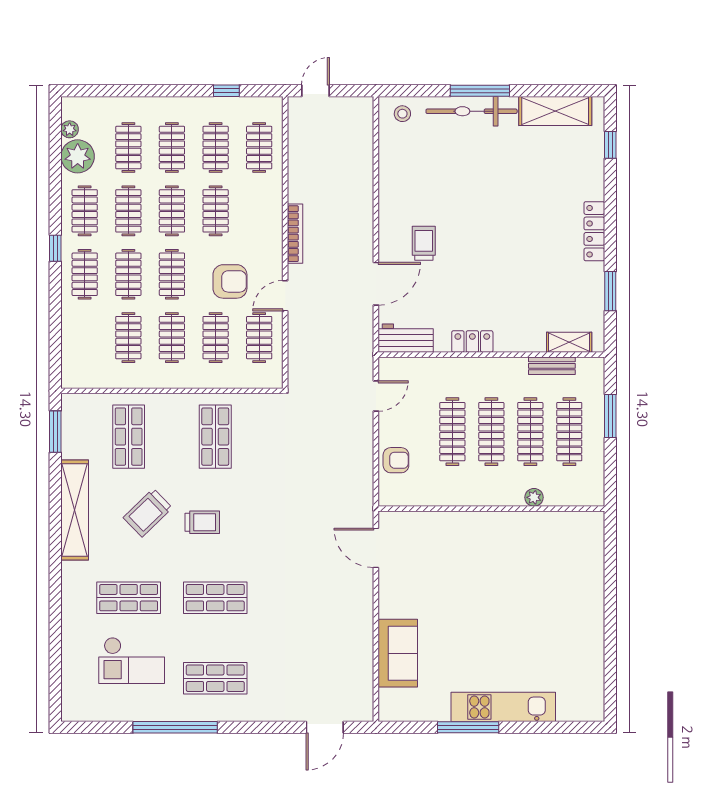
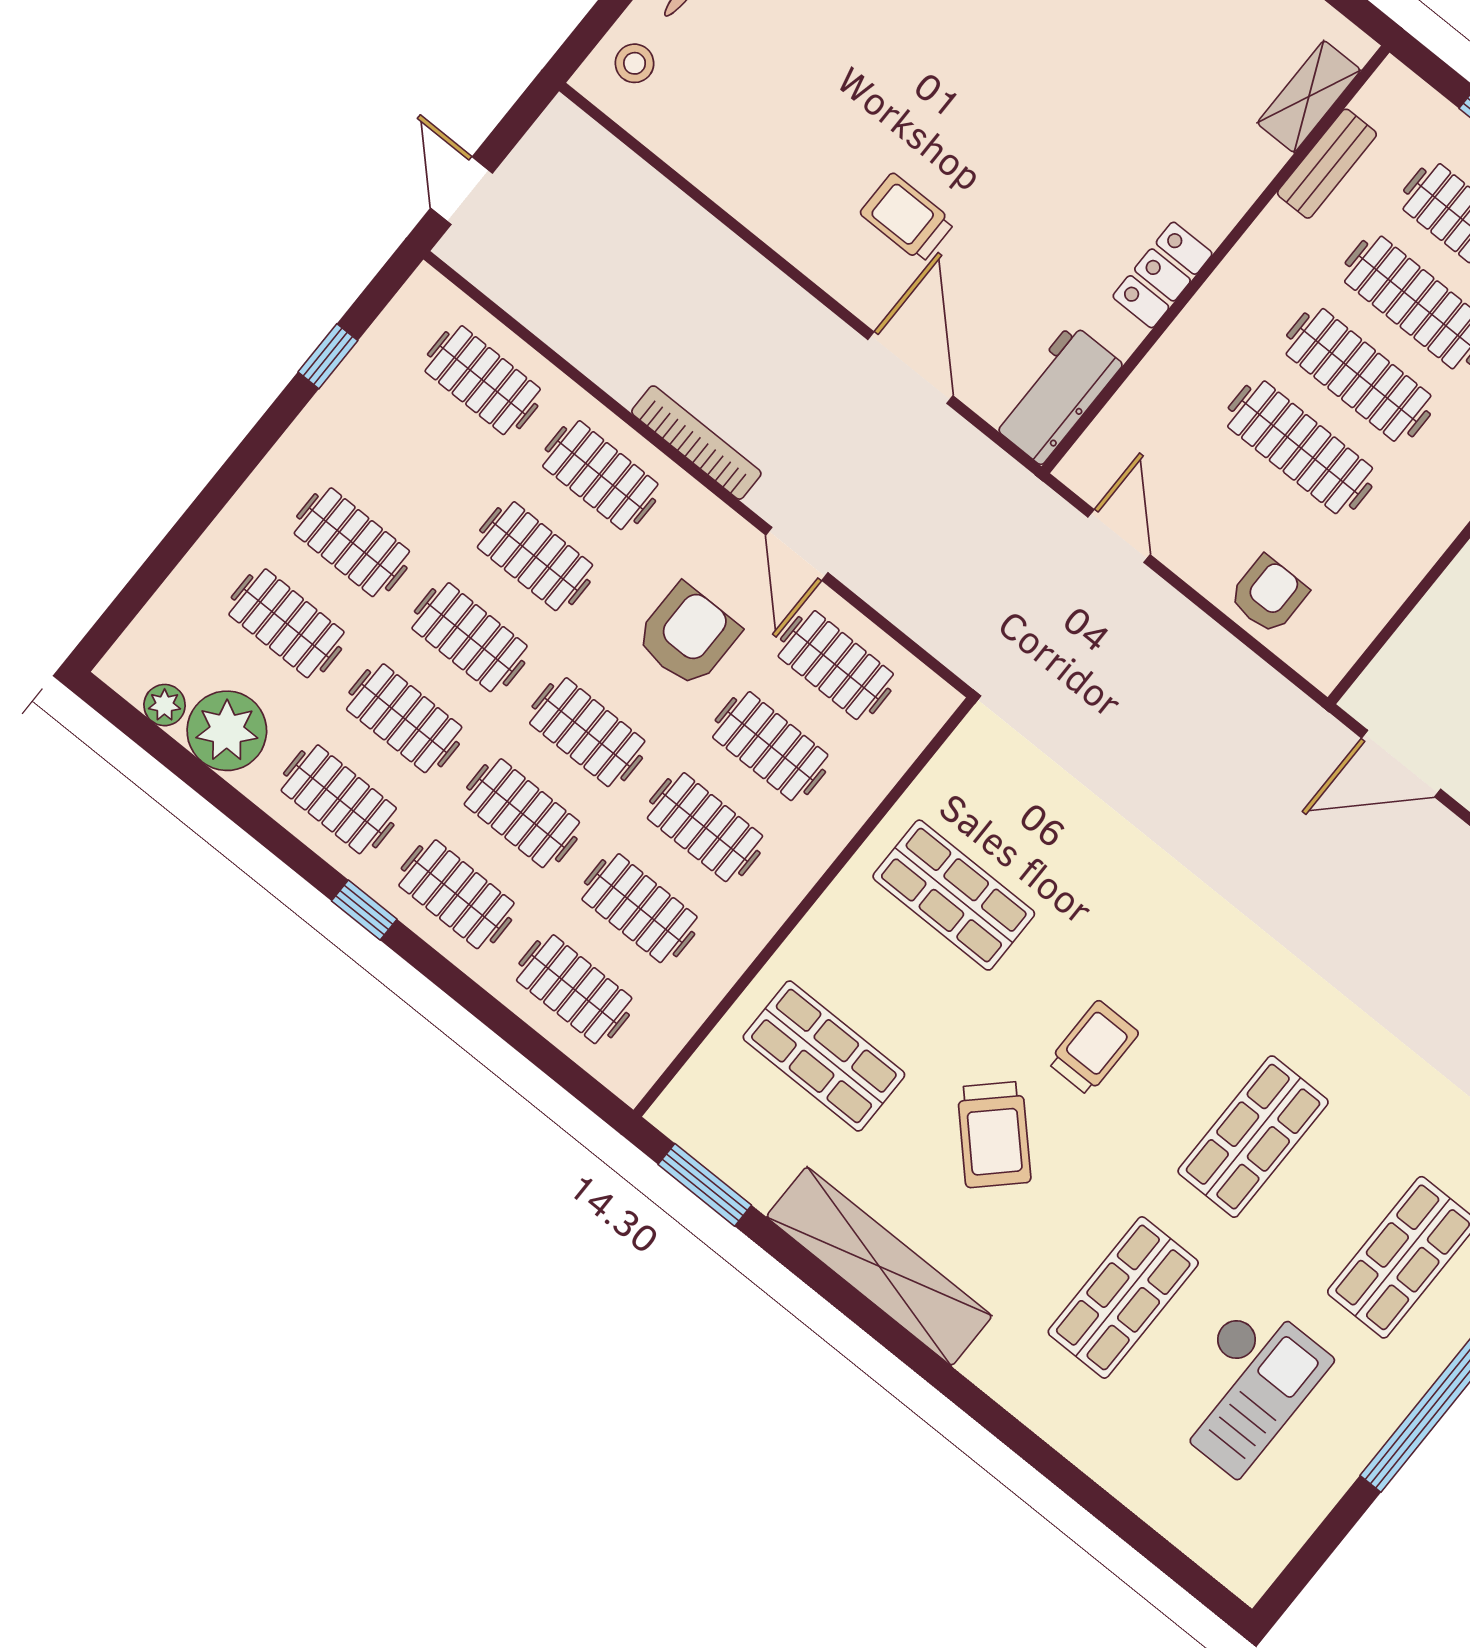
clothes rail: (216, 148) -> (600, 475), moved
clothes rail: (85, 338) -> (574, 989), added

